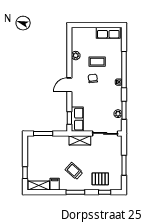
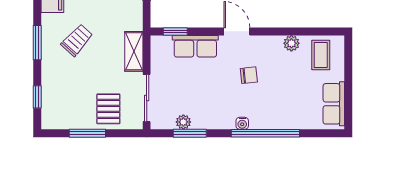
coffee table: (97, 62) -> (321, 55), moved
row of seats: (77, 119) -> (195, 46), moved
pallet: (100, 179) -> (108, 109), moved

